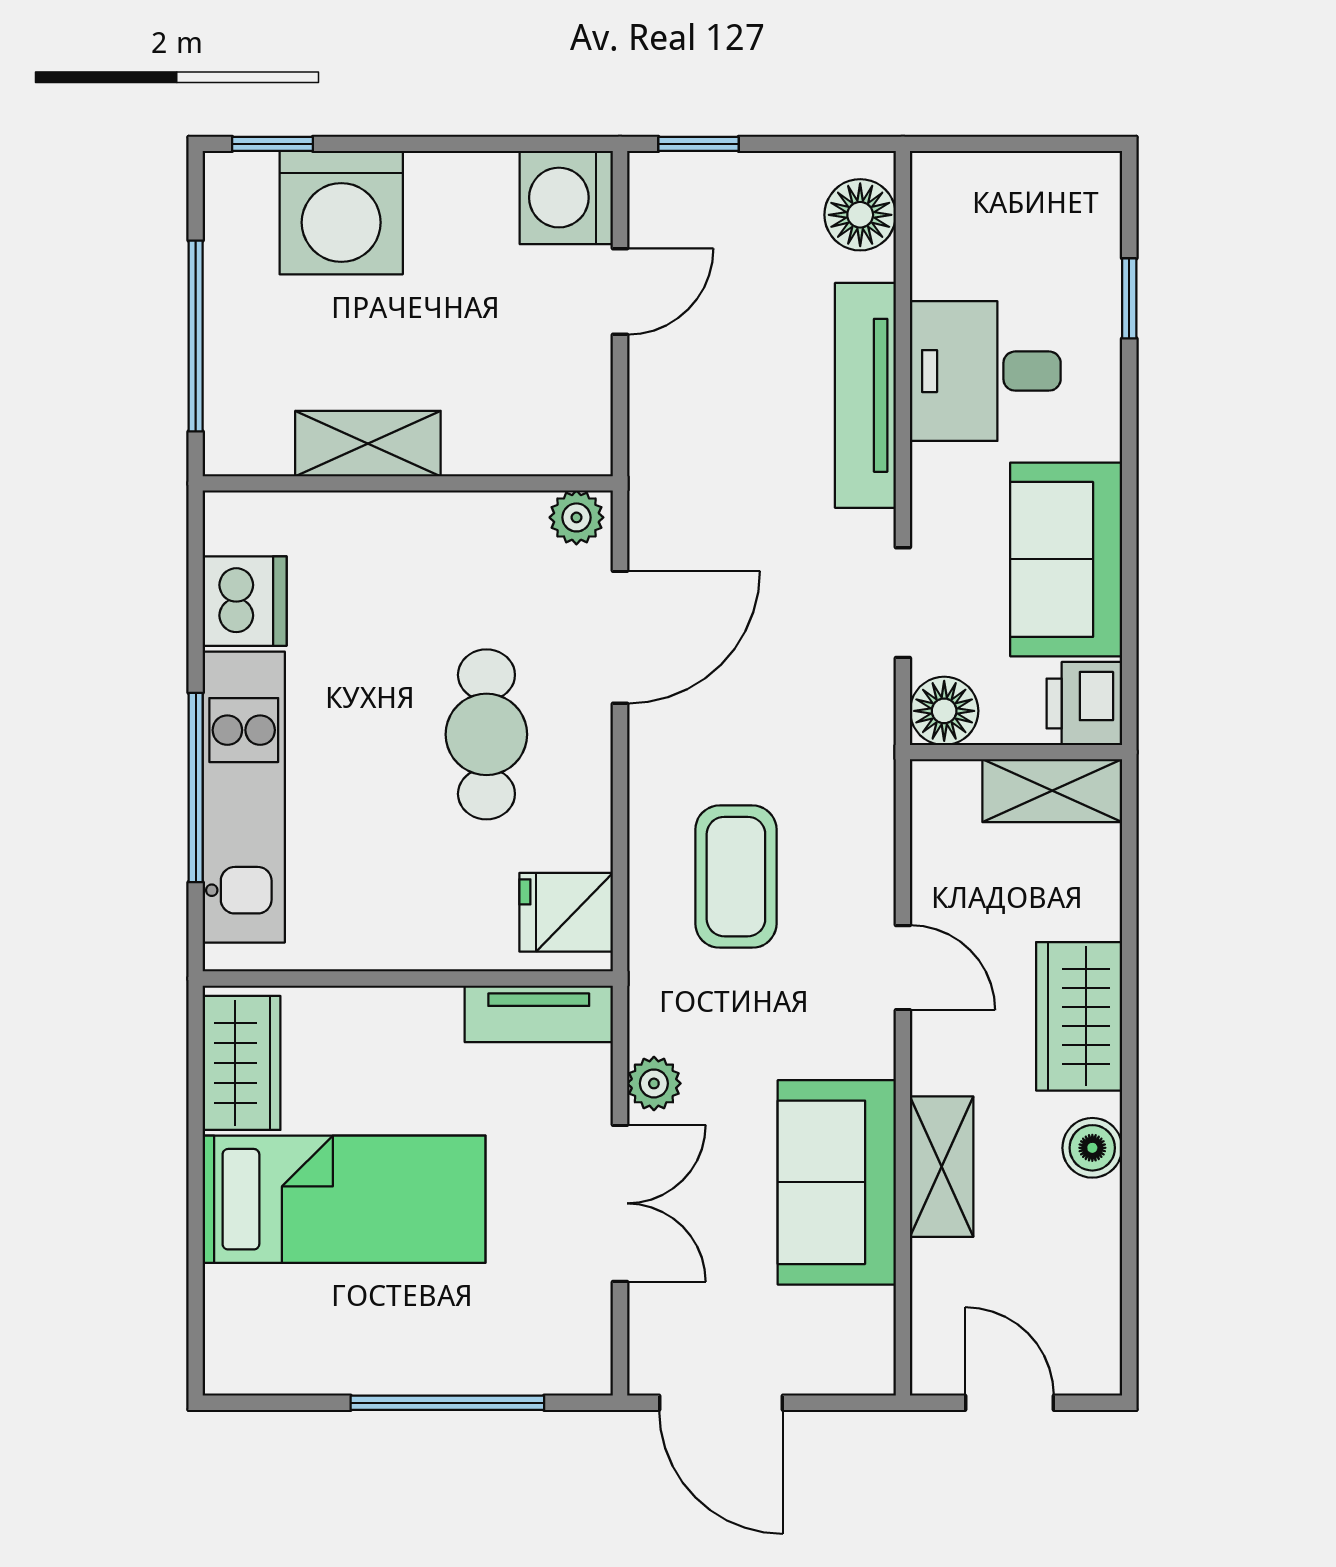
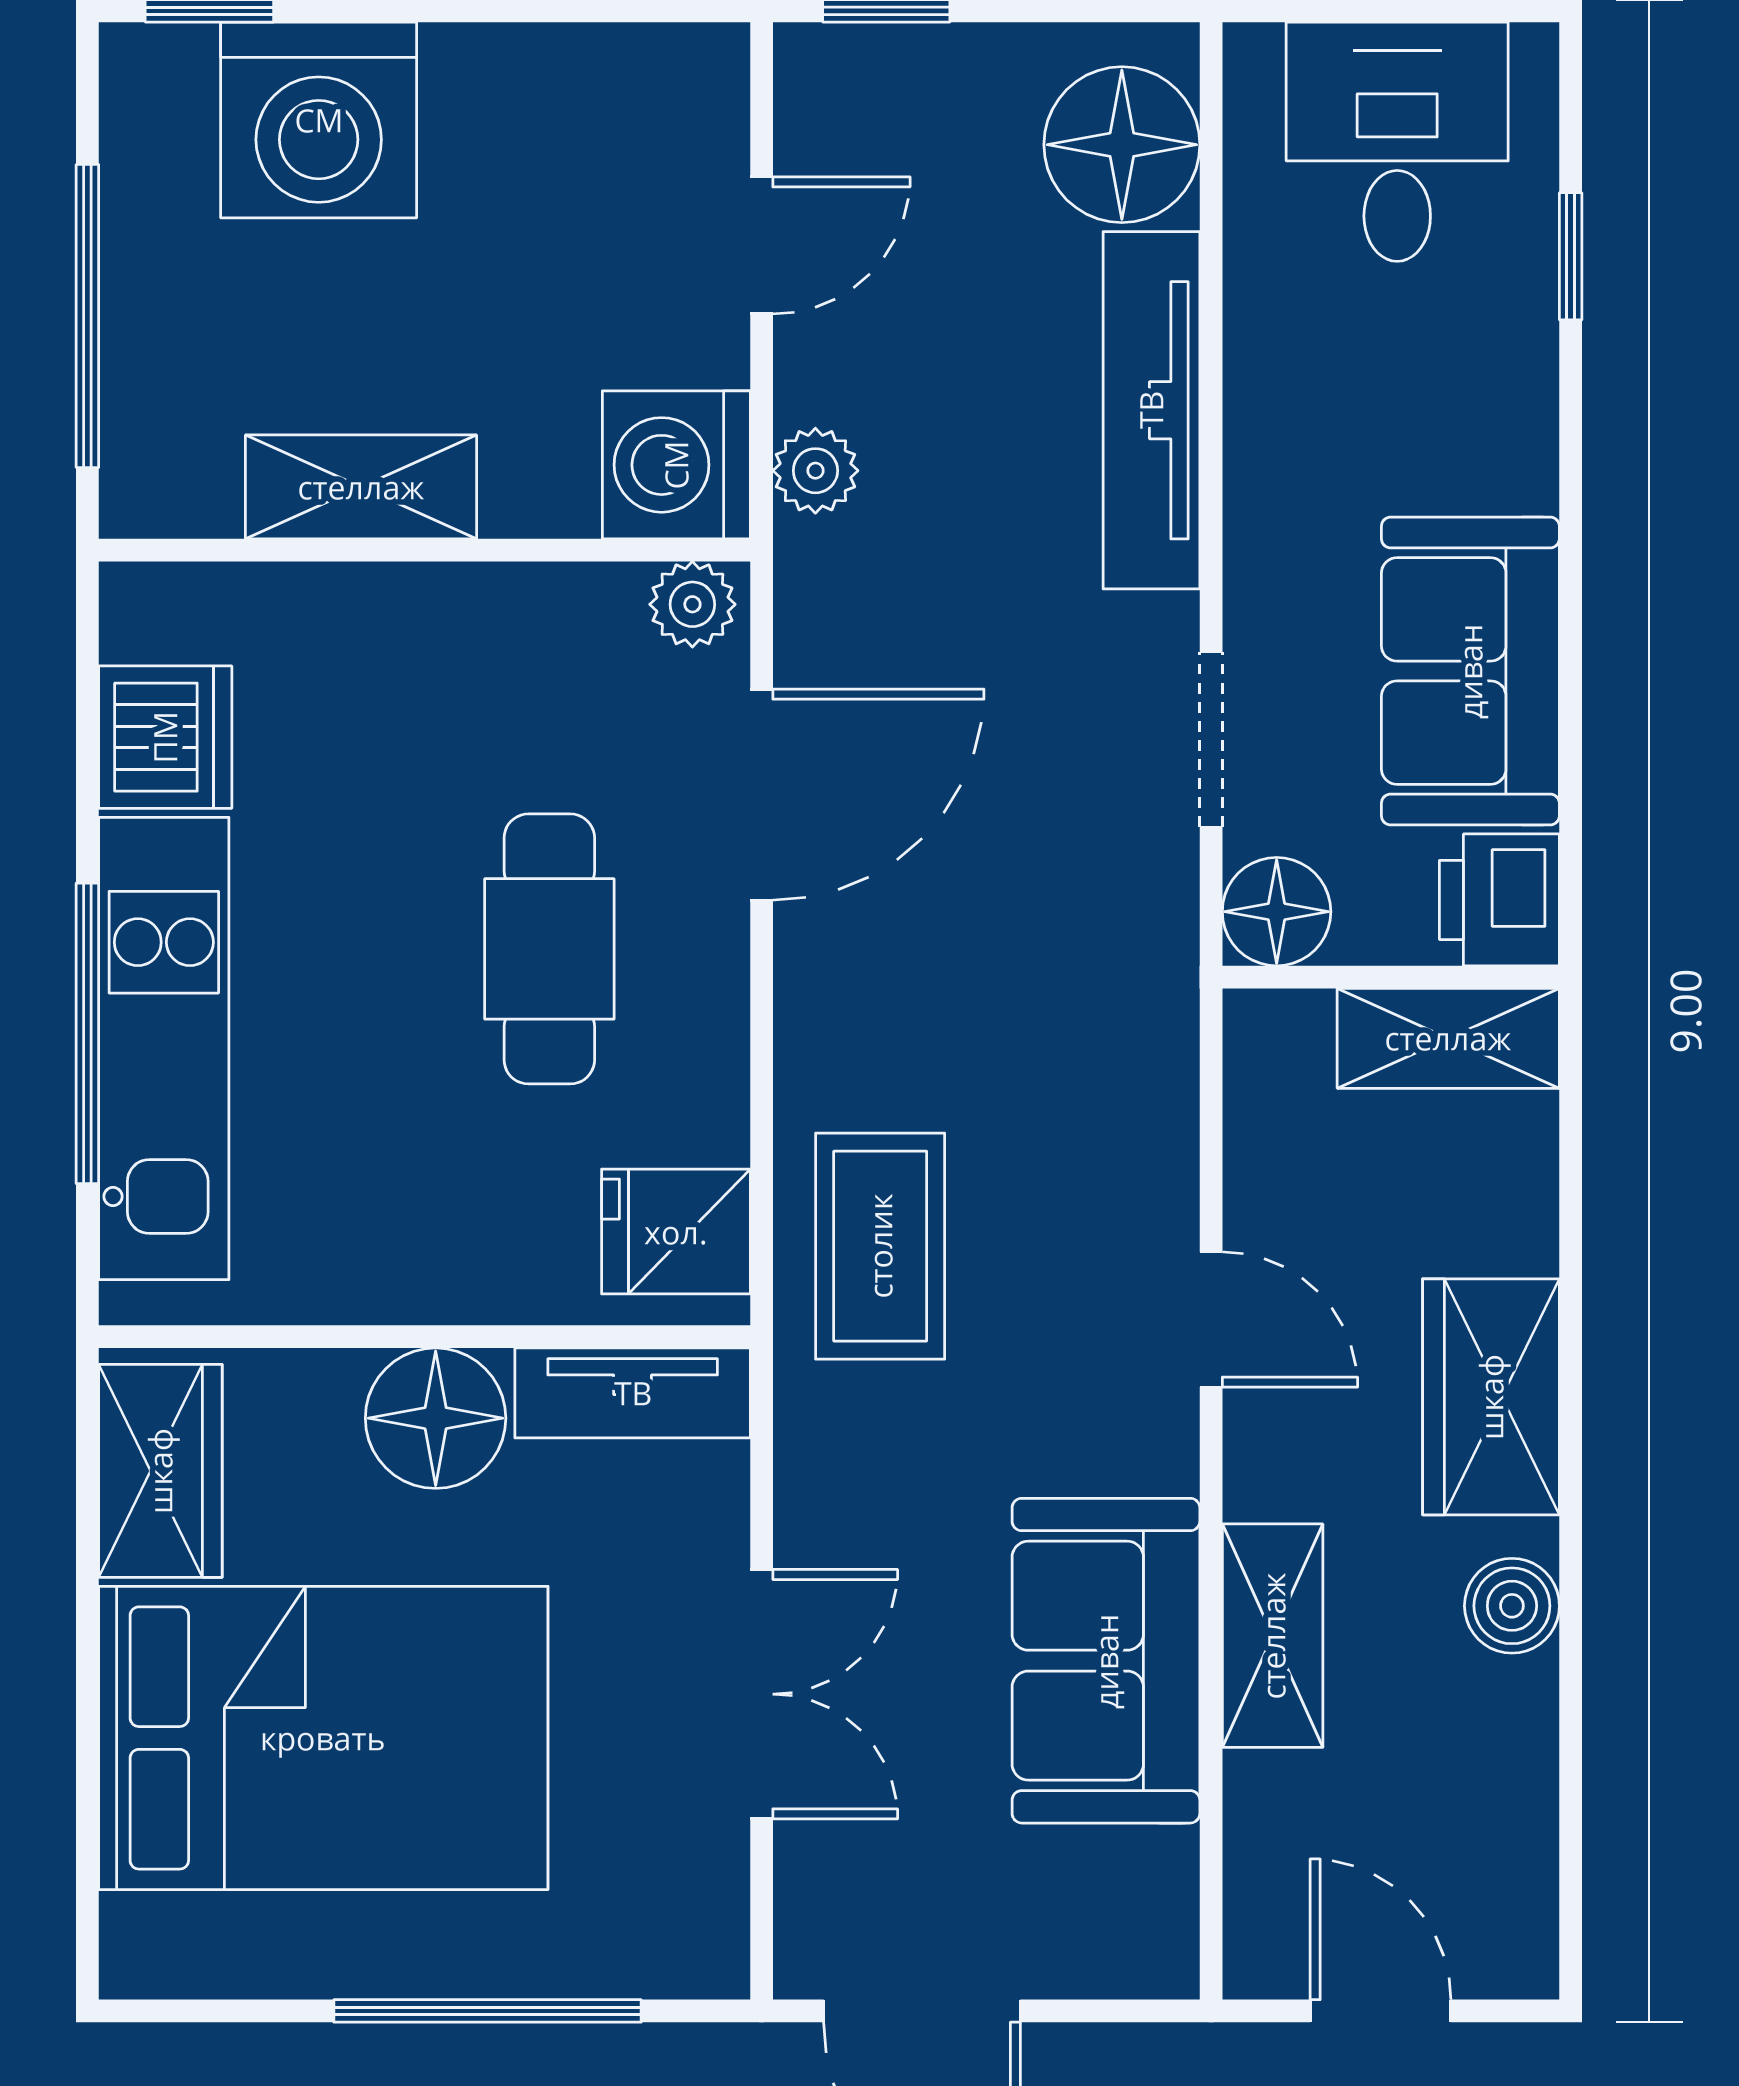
washing machine: (566, 198) -> (676, 465), moved
floor lamp: (860, 215) -> (1122, 145), width x1.38, depth x1.38
desk: (985, 371) -> (1397, 142), moved, turned 90
coffee table: (736, 877) -> (880, 1246), moved
floor lamp: (415, 1030) -> (436, 1418), added
plant: (654, 1083) -> (815, 471), moved
bed: (344, 1199) -> (323, 1738), width x1.50

